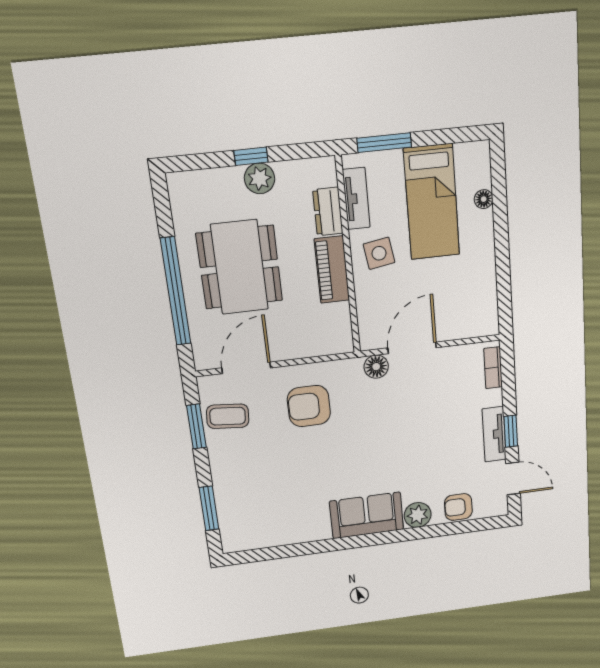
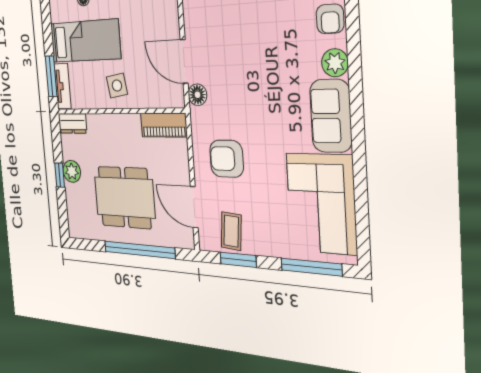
tv unit: (356, 199) -> (63, 86), moved, turned 90
dresser: (328, 211) -> (73, 123), moved
piano: (332, 270) -> (164, 125), moved
armchair: (309, 406) -> (226, 159), turned 90
window: (209, 508) -> (311, 267), width x1.44
corner sofa: (278, 513) -> (321, 204), added

